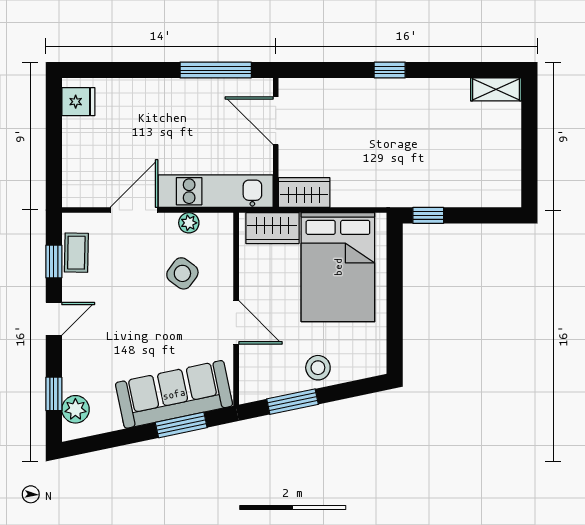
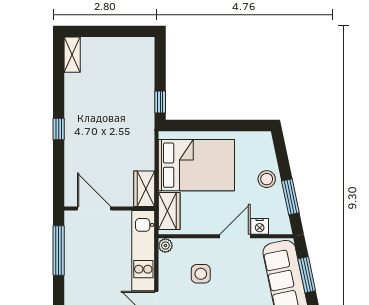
door: (276, 121) -> (94, 209), swing flipped
plant: (189, 223) -> (165, 246), moved
side table: (182, 273) -> (201, 274), turned -36
nightstand: (250, 358) -> (260, 226), added

